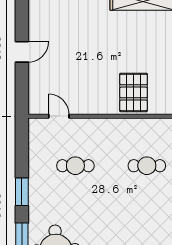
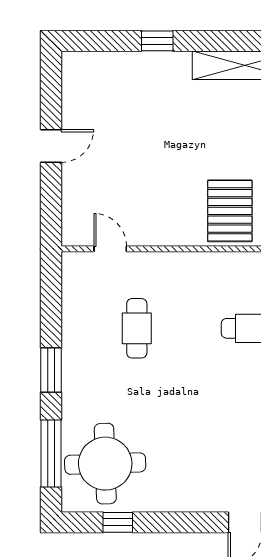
cafe table: (75, 166) -> (137, 328), turned 90

